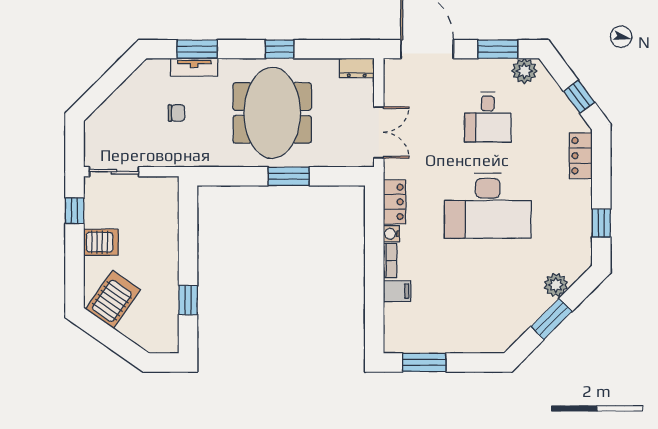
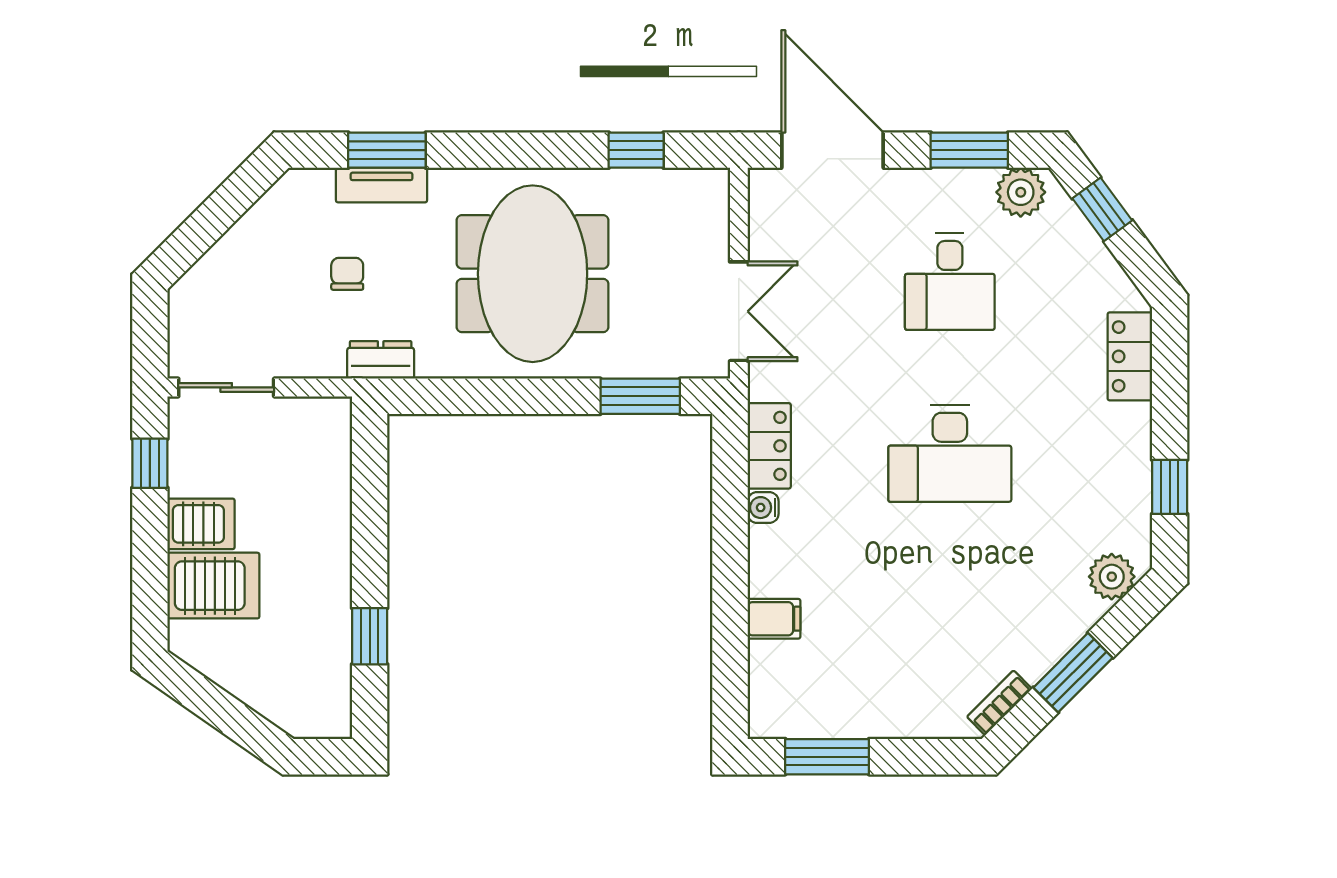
window: (280, 49) -> (636, 150), moved
dresser: (357, 68) -> (381, 360), moved, turned 180
window: (579, 97) -> (1102, 209), moved
chair: (177, 113) -> (347, 274), turned -90
window: (289, 176) -> (640, 396), moved
desk: (488, 206) -> (950, 453), width x0.73, depth x0.77
bookcase: (390, 261) -> (999, 703), moved, turned -135
plant: (556, 285) -> (1112, 577), moved
server rack: (113, 299) -> (213, 586), moved, turned 55

